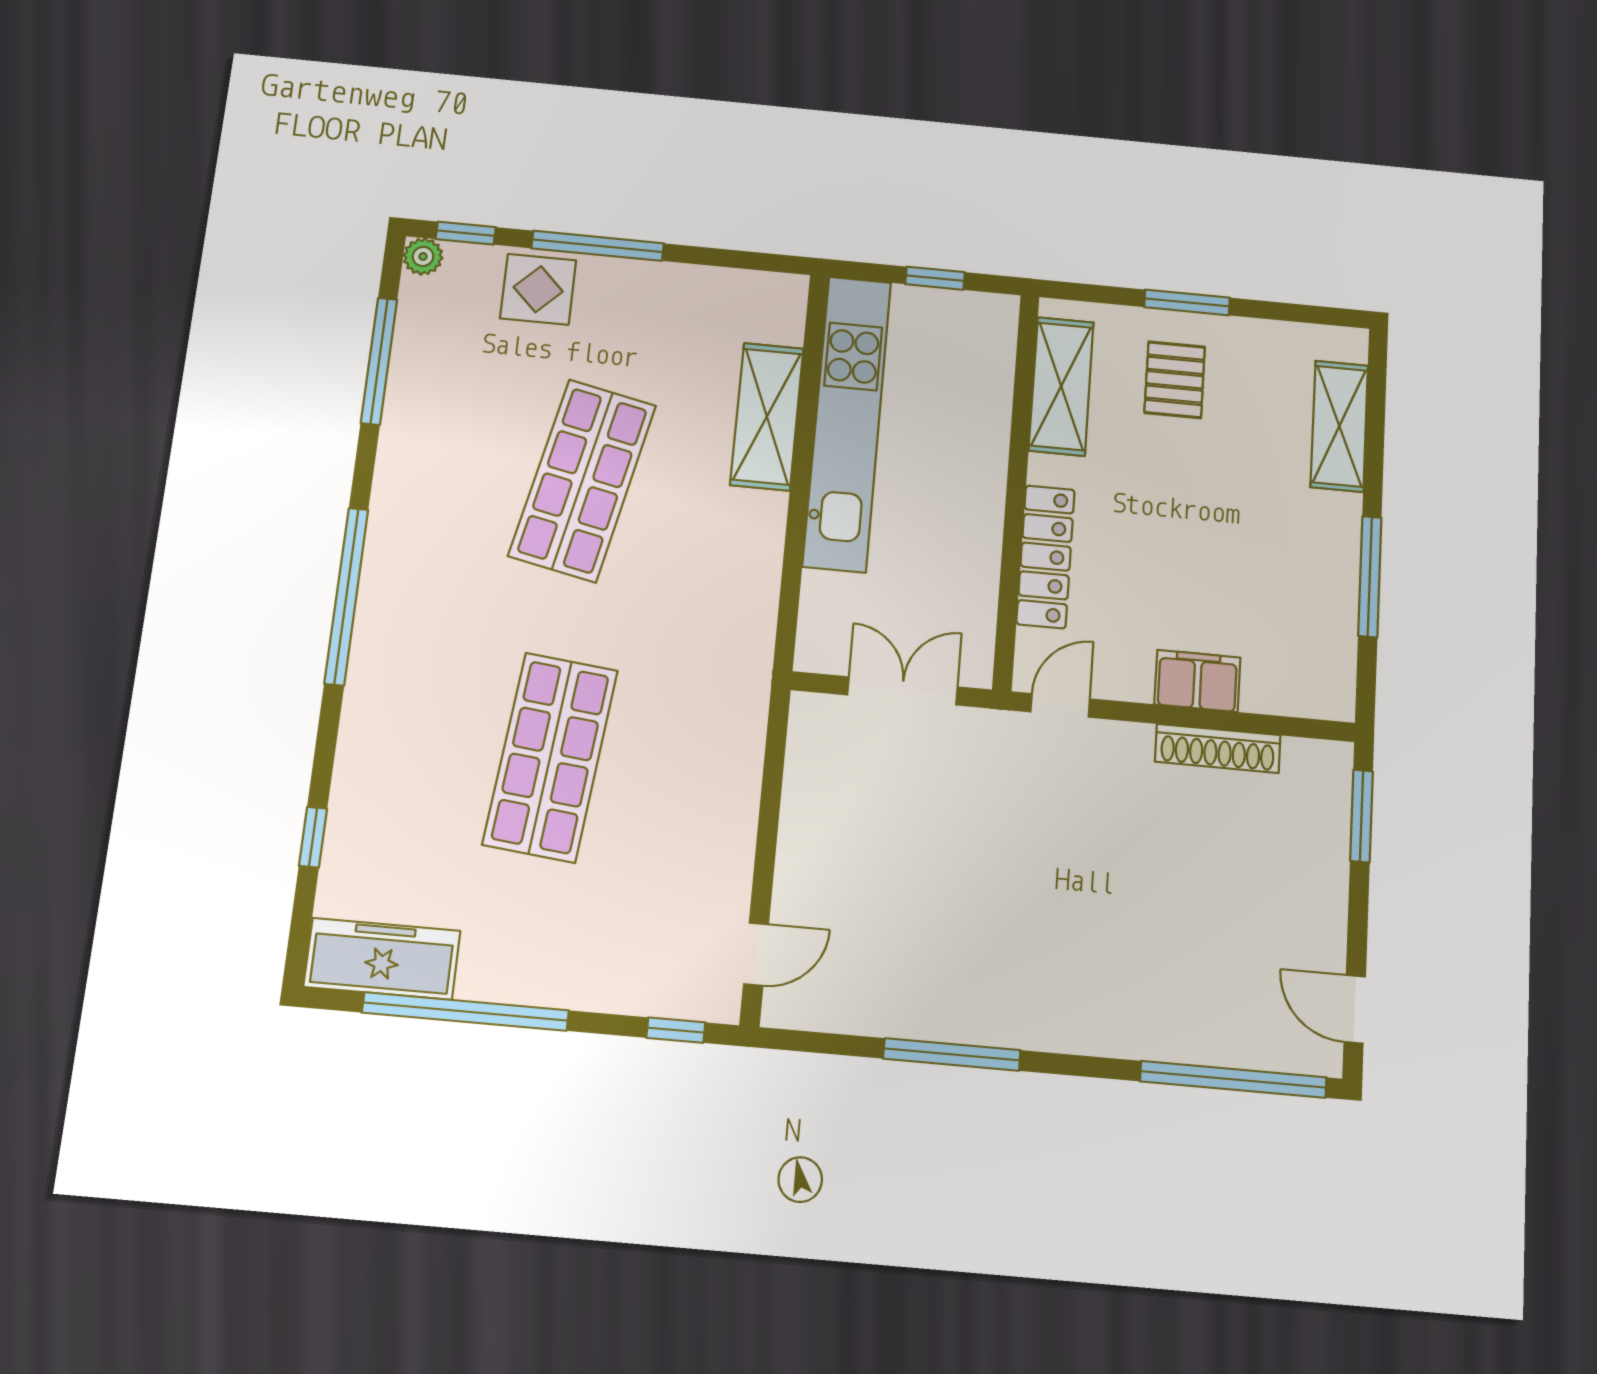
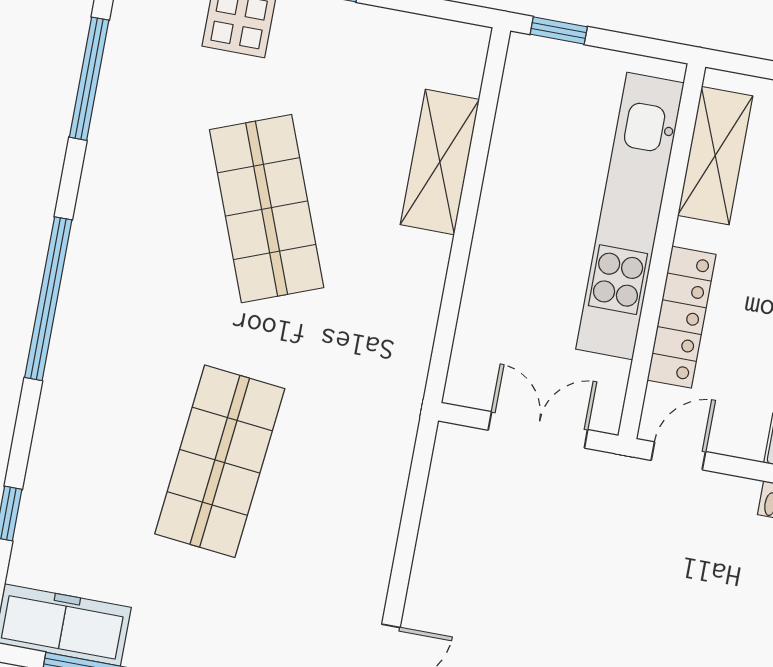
window: (935, 278) -> (559, 31), moved
kitchen unit: (847, 423) -> (630, 216), moved, turned 180
shop shelf: (582, 480) -> (267, 209), turned -33

